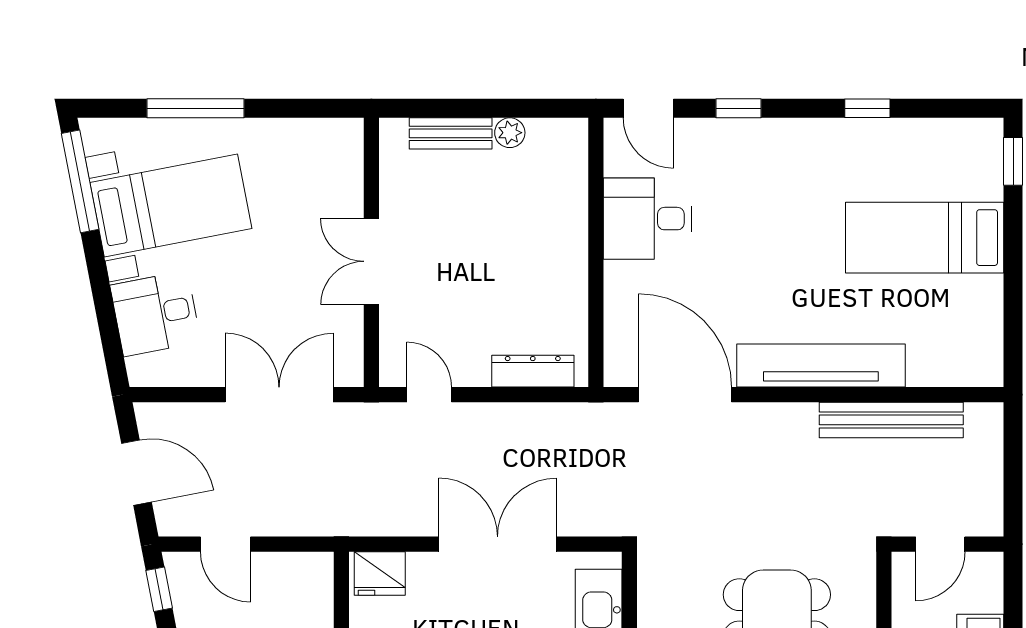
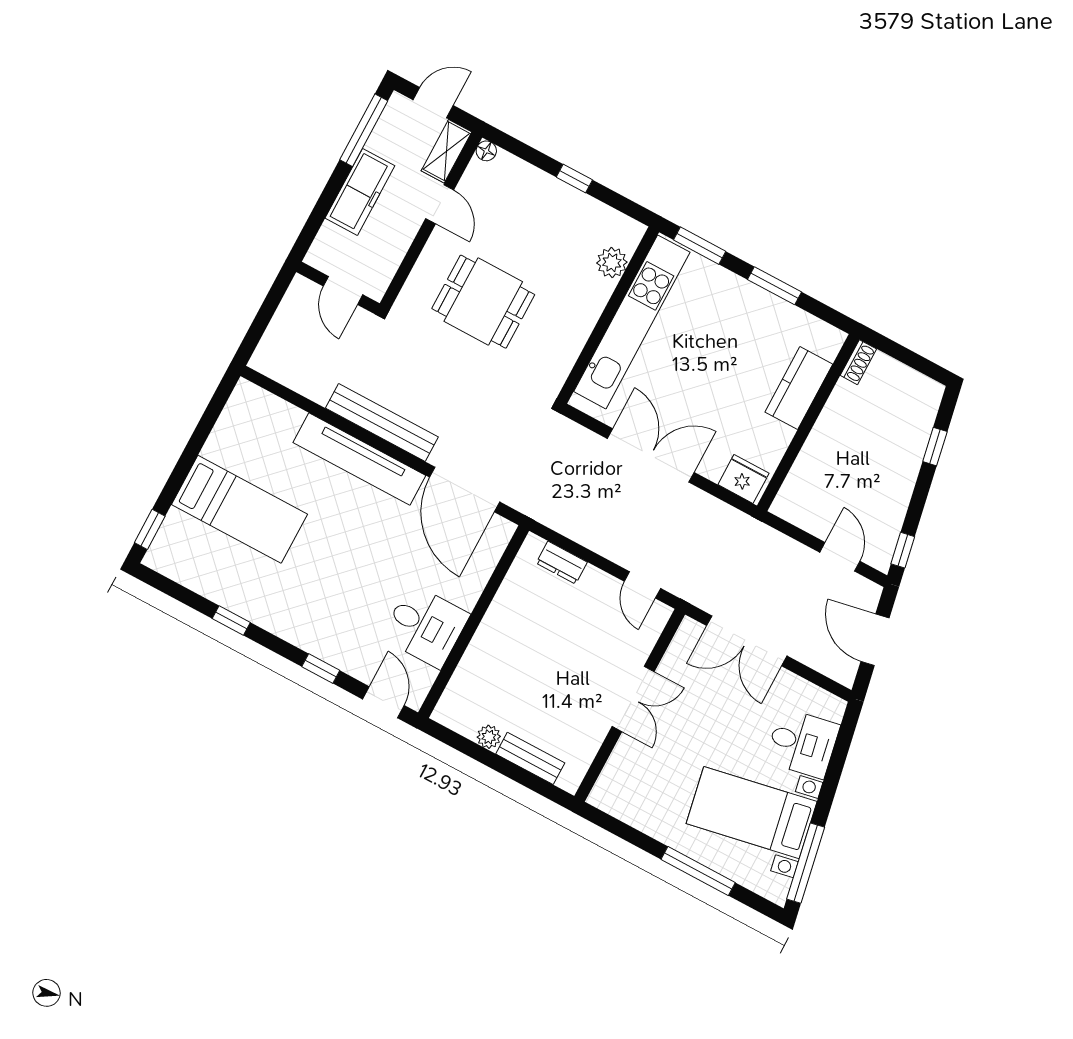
dresser: (533, 371) -> (562, 563), width x0.70
bench: (891, 420) -> (382, 423), moved
double door: (498, 544) -> (651, 455), swing flipped
door: (940, 544) -> (343, 290), swing flipped

